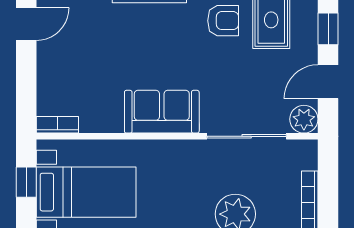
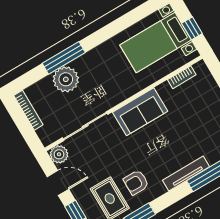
door: (328, 82) -> (58, 183), hinge flipped
bookcase: (57, 125) -> (182, 77), moved

